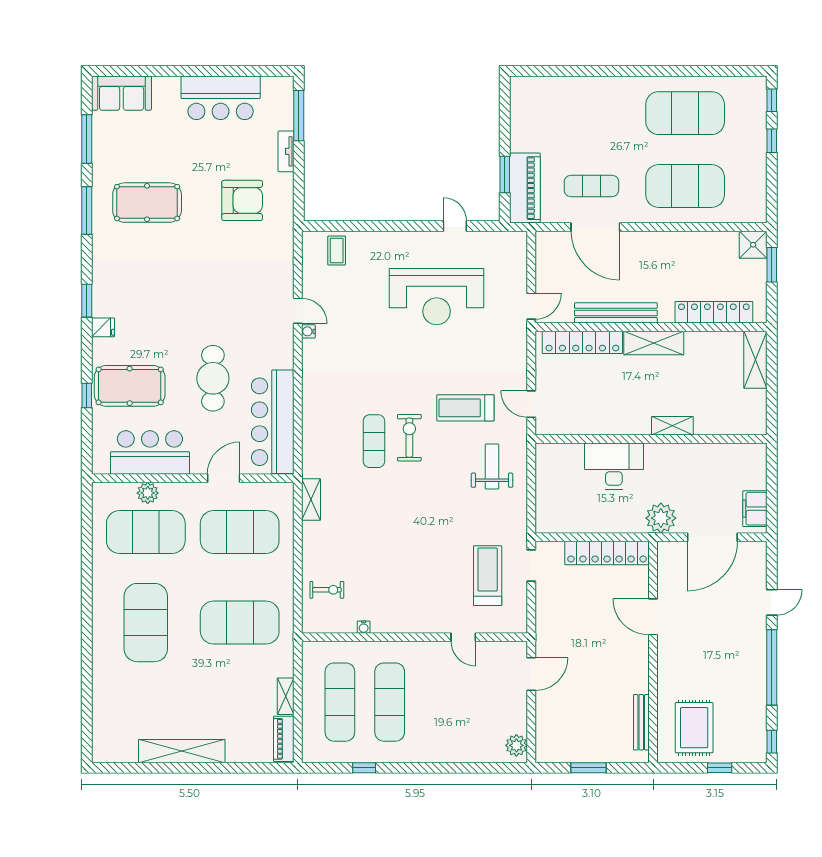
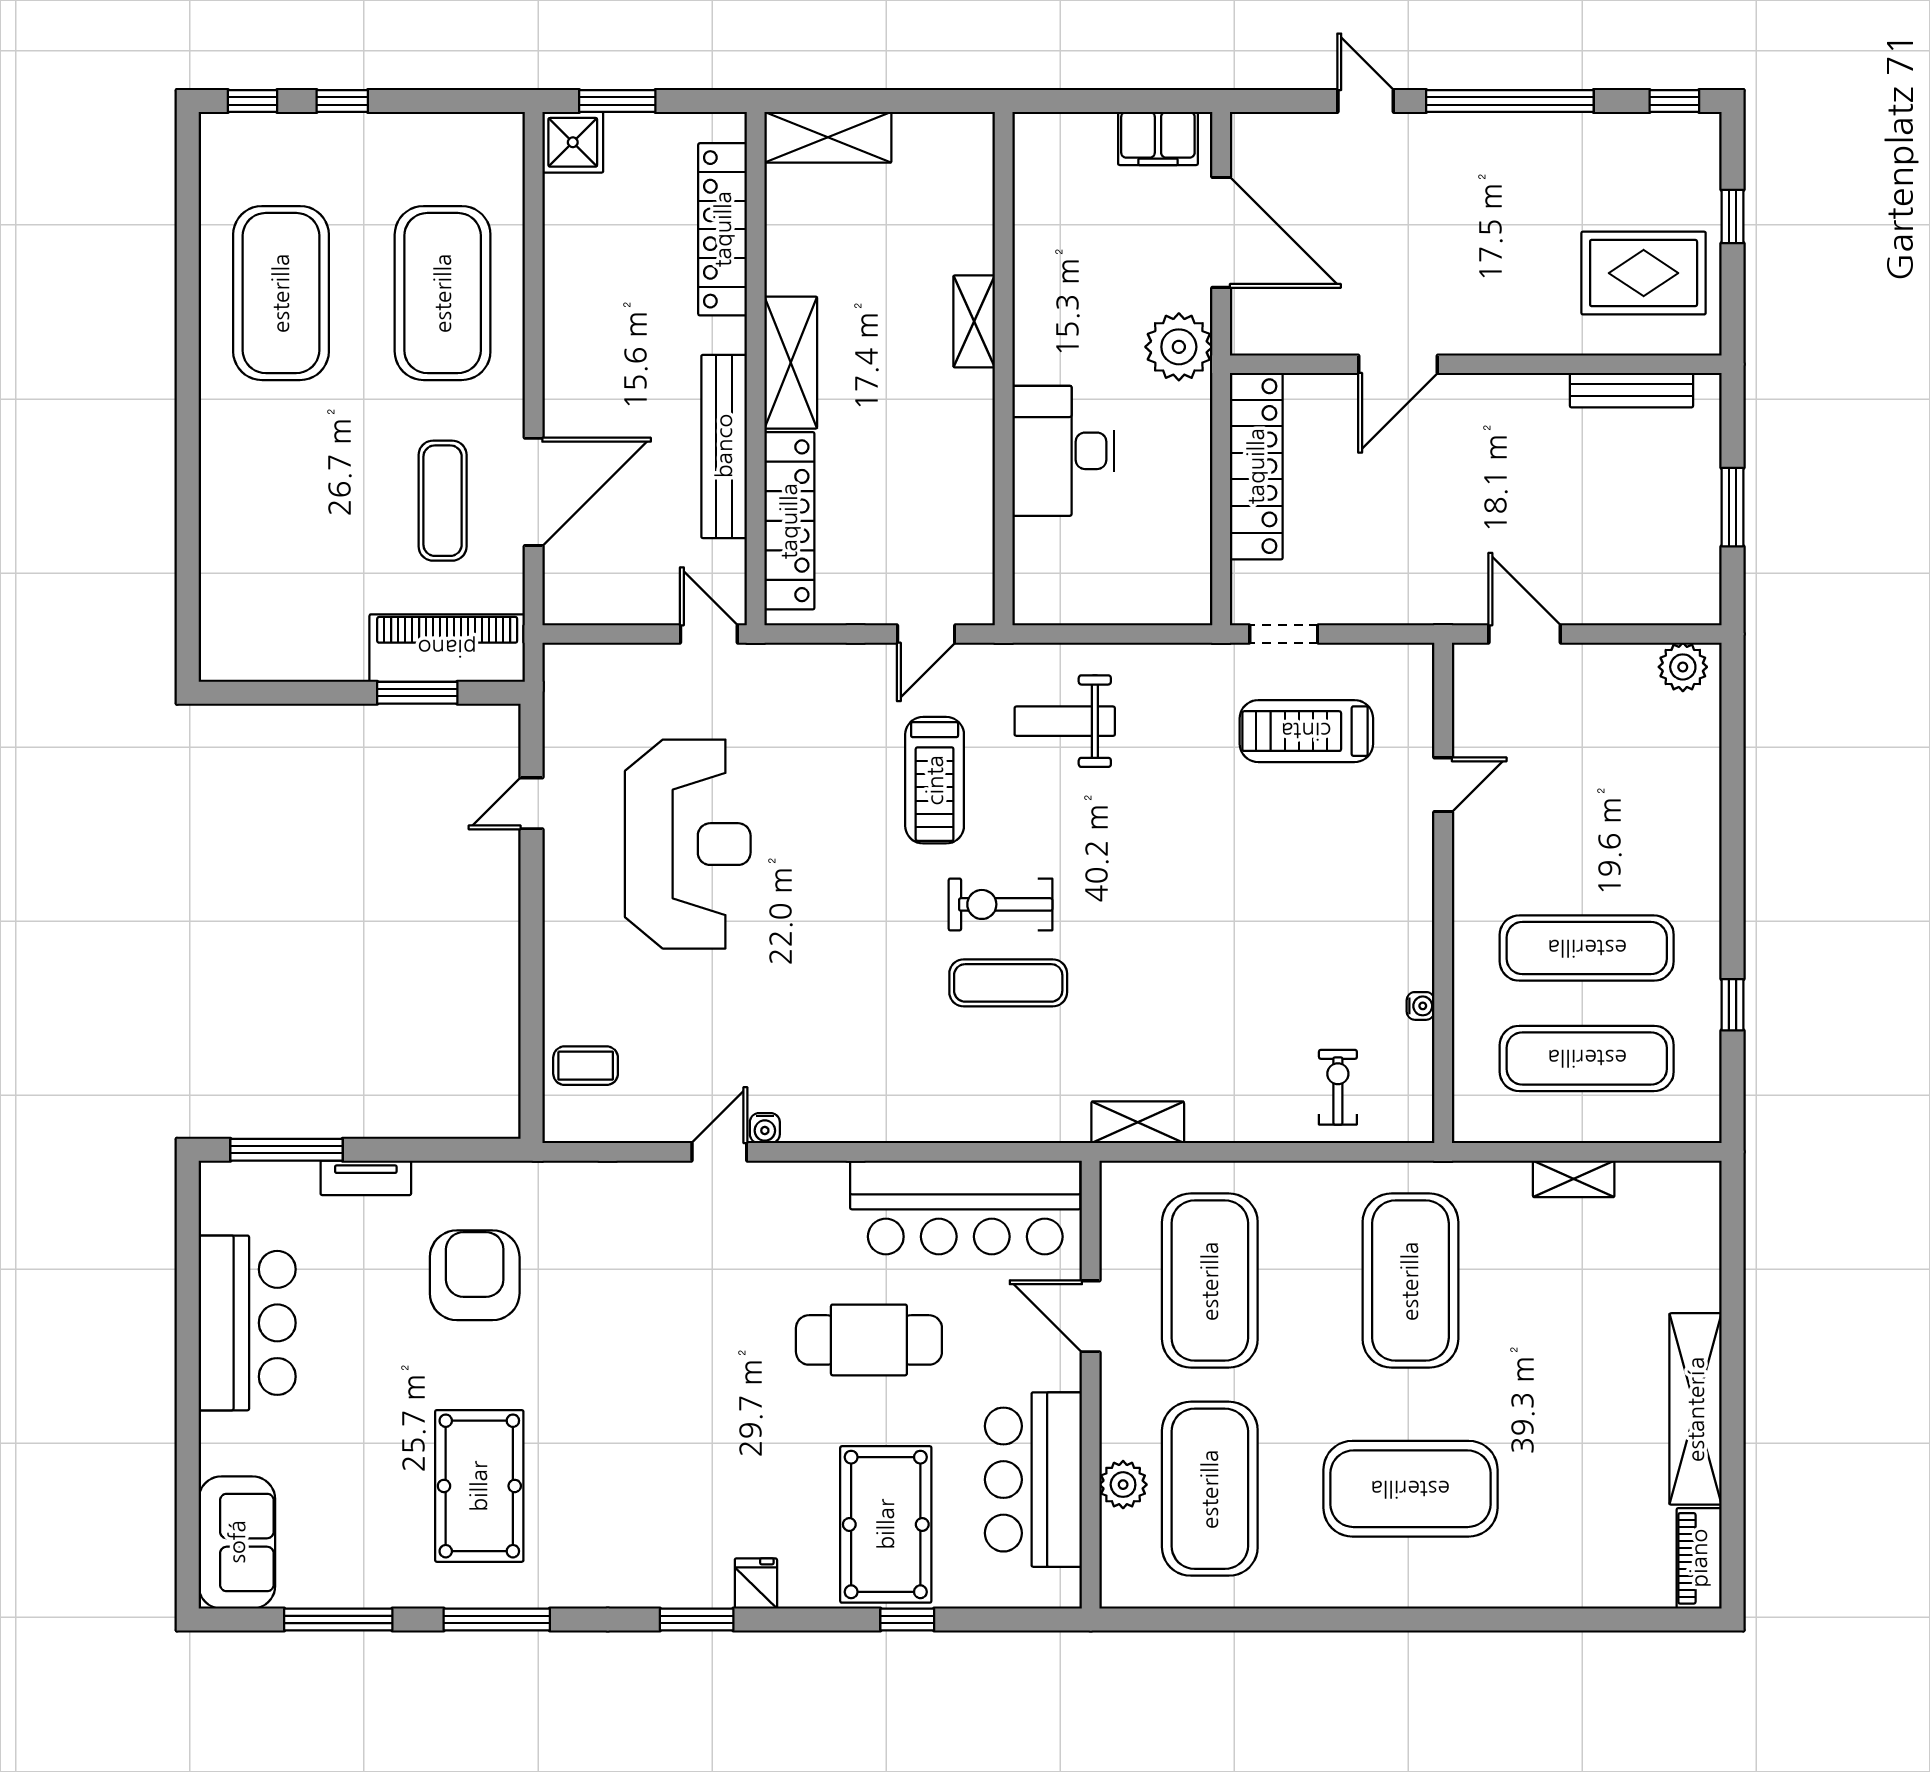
piano: (284, 739) -> (1699, 1558), moved, turned 90

